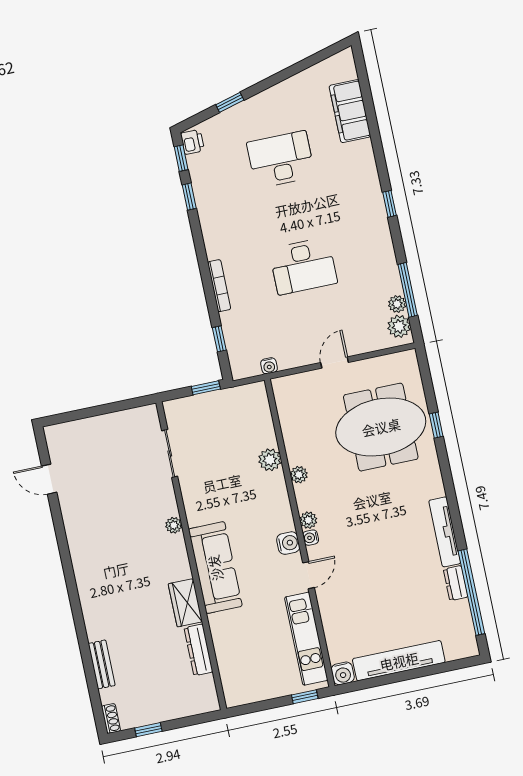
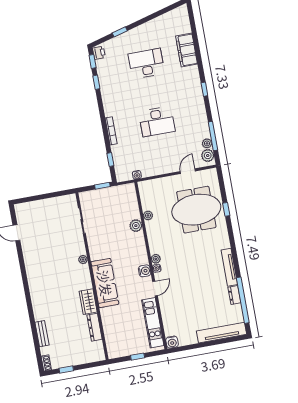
filing cabinet: (350, 111) -> (187, 50), moved
door: (335, 362) -> (188, 171), moved
plant: (299, 475) -> (148, 215), moved
tv unit: (399, 661) -> (221, 333), moved
window: (305, 697) -> (138, 357), moved

